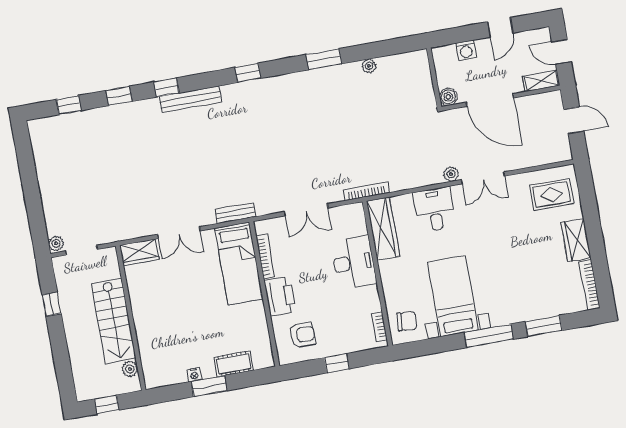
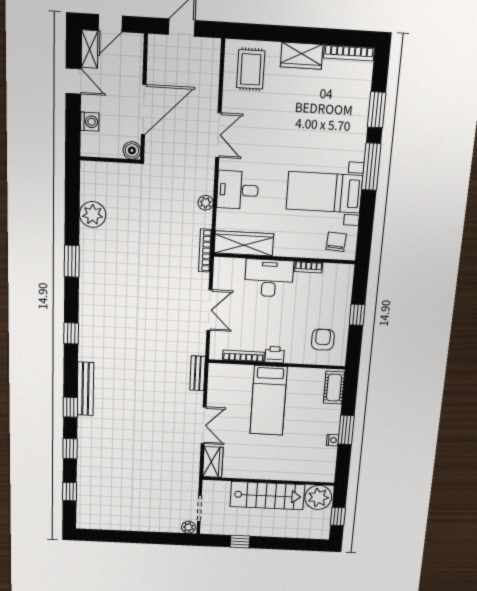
plant: (369, 66) -> (93, 215), width x1.88, depth x1.88
shelving: (541, 81) -> (90, 49), moved
plant: (451, 174) -> (206, 203), moved
bed: (239, 264) -> (269, 400), moved, turned 90
printer: (280, 296) -> (275, 355), width x0.53, depth x0.68
bookcase: (379, 327) -> (309, 267), moved
cot: (234, 364) -> (334, 388), moved
plant: (130, 369) -> (318, 497), width x1.88, depth x1.88

